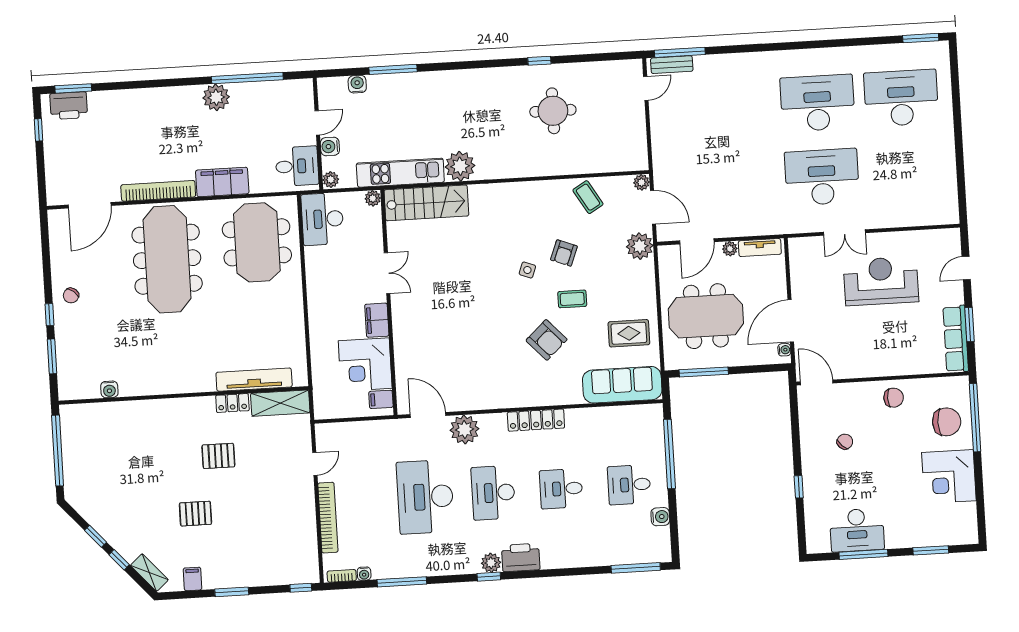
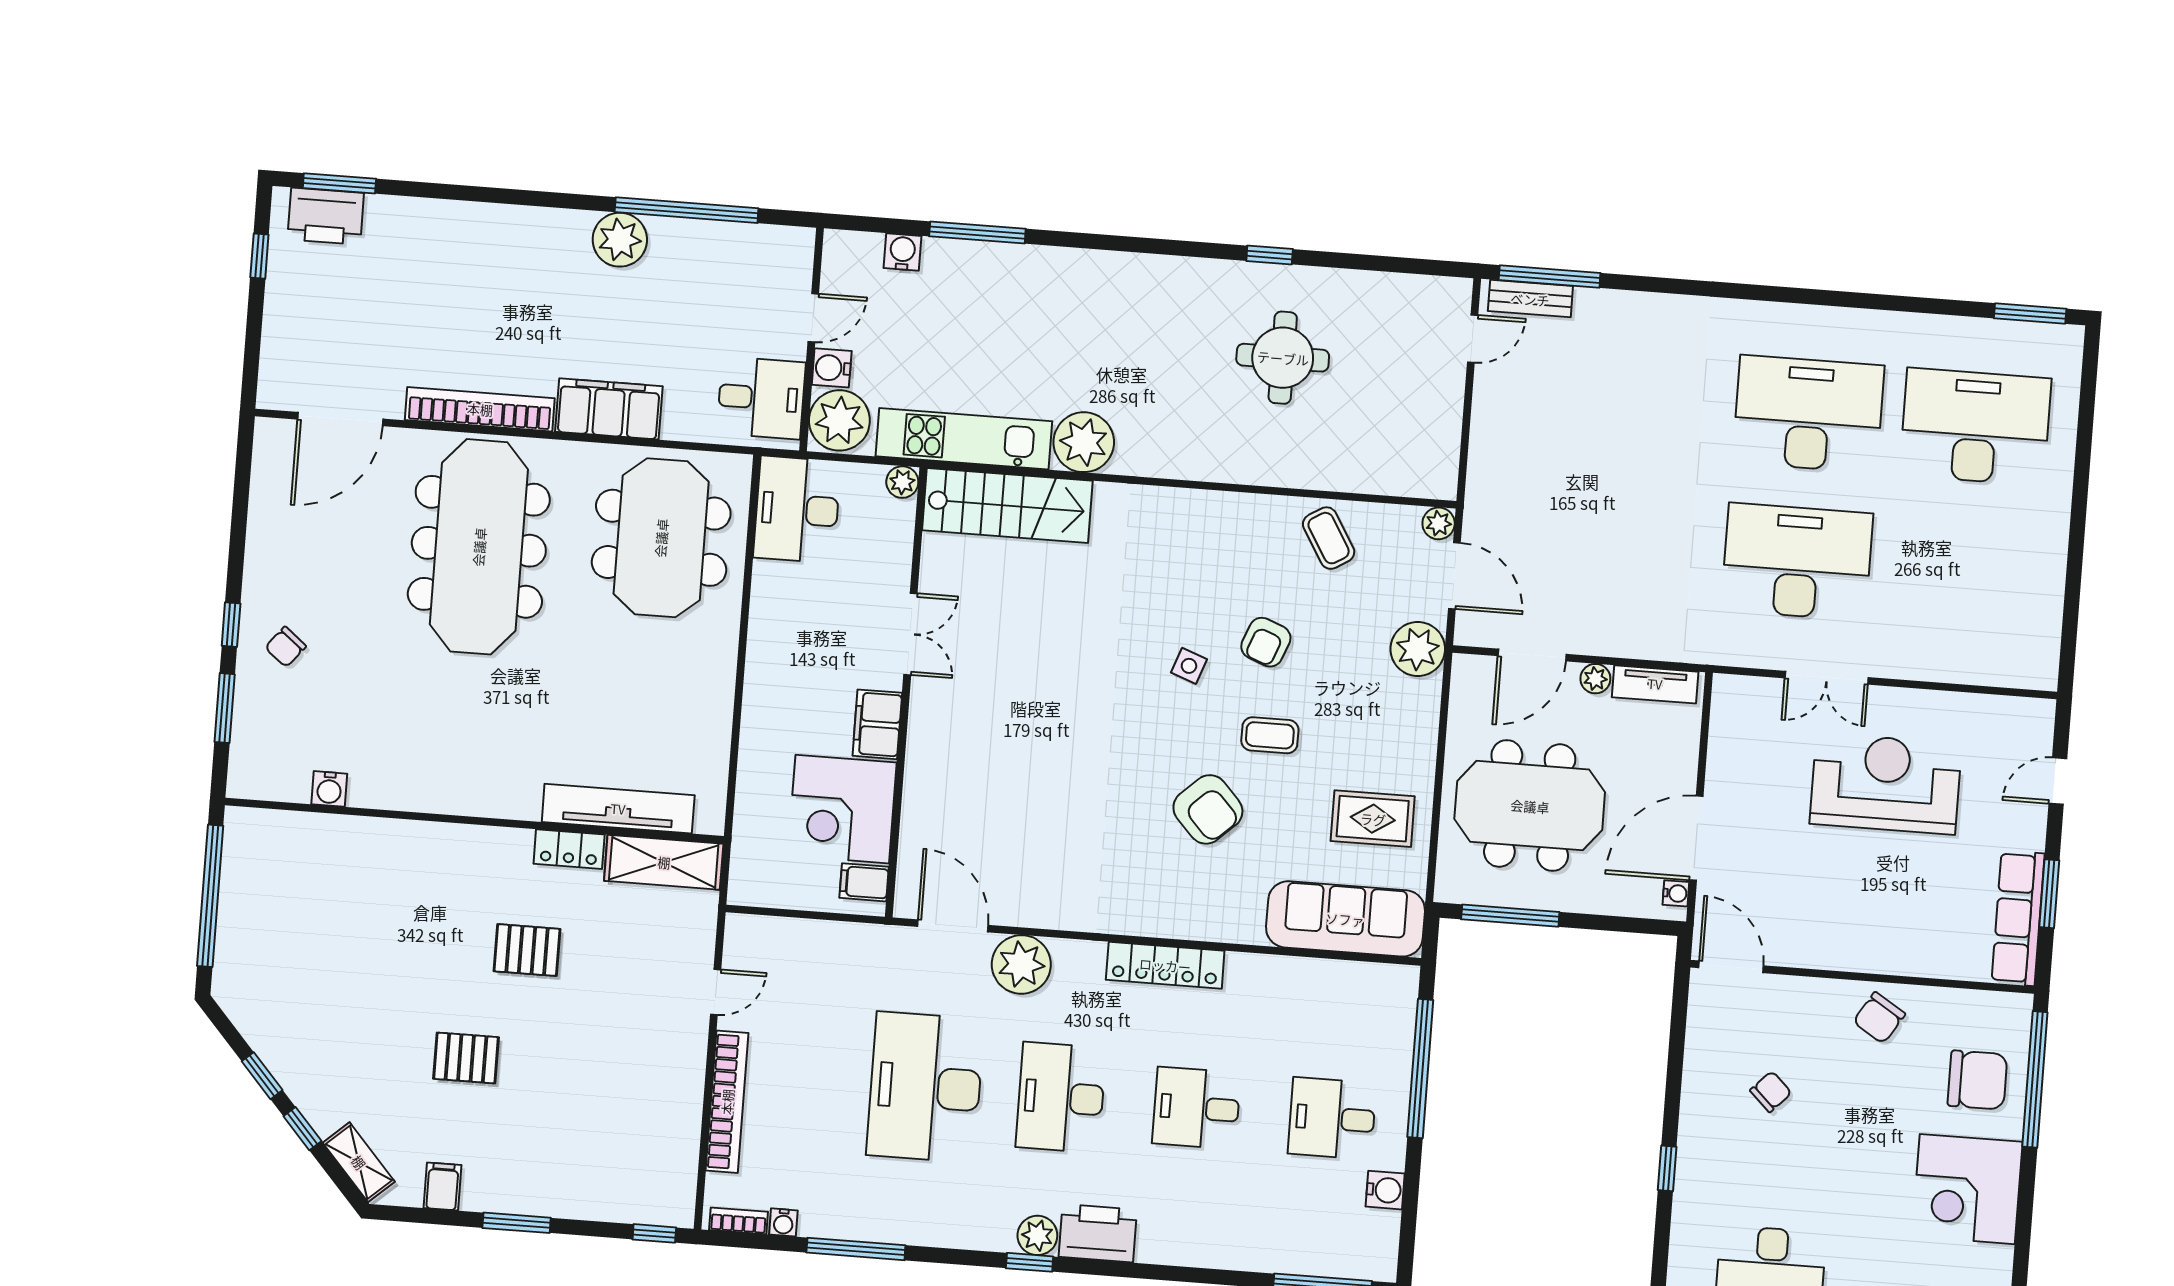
plant: (331, 180) -> (839, 420), width x1.88, depth x1.88
chair: (71, 296) -> (286, 647), moved
chair: (894, 398) -> (1879, 1018), turned 122

